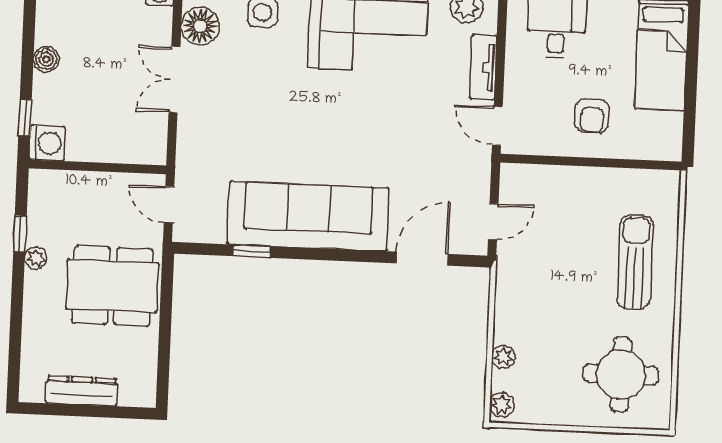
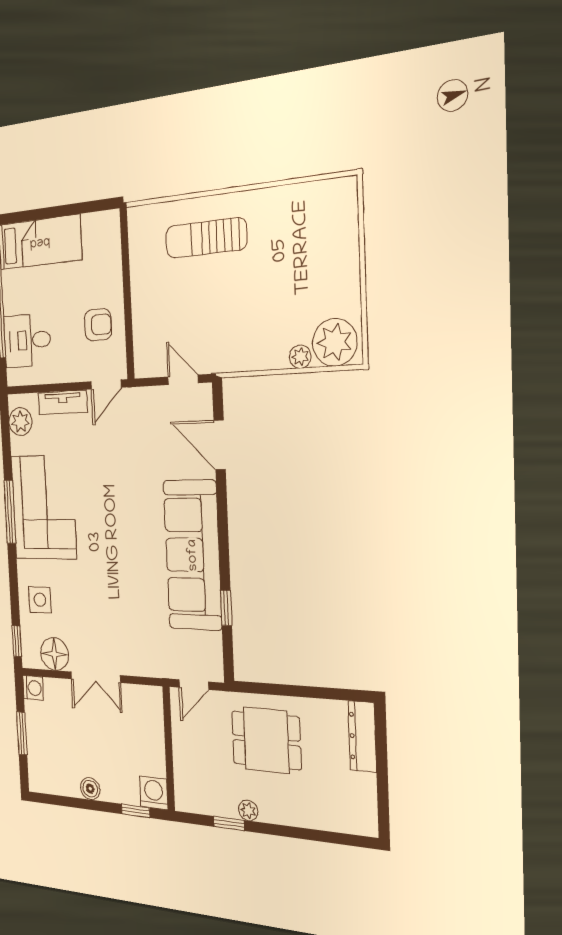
armchair: (592, 116) -> (98, 325), moved
dining table: (112, 286) -> (266, 740), width x0.73
round table: (621, 374) -> (308, 235), removed
dresser: (82, 391) -> (362, 737), moved
plant: (502, 405) -> (335, 342), width x1.88, depth x1.88

